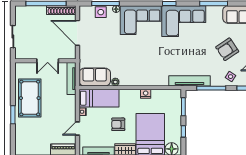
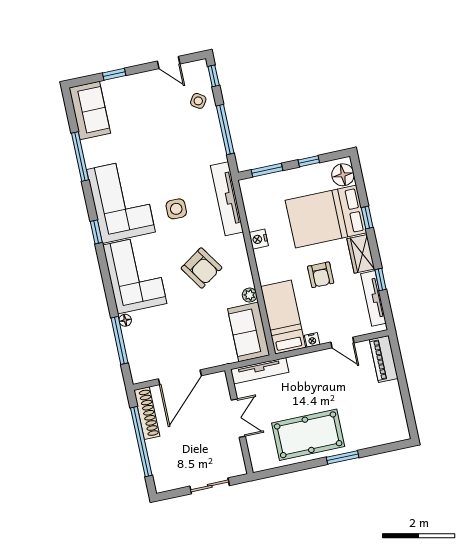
side table: (101, 12) -> (176, 209), moved
armchair: (227, 49) -> (201, 268), moved
tv unit: (189, 81) -> (227, 199), moved

